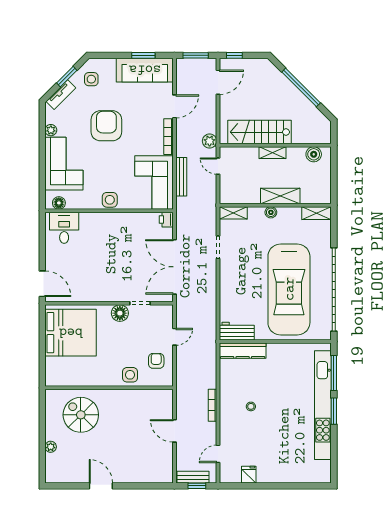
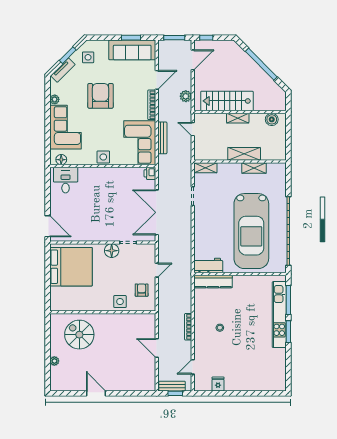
plant: (210, 141) -> (186, 96), moved
boiler: (271, 212) -> (236, 167), removed
shelving: (317, 213) -> (254, 168), moved
kitchen unit: (323, 405) -> (279, 315), width x0.73

